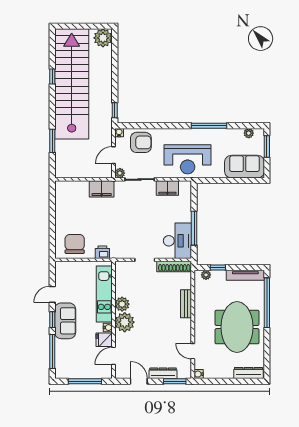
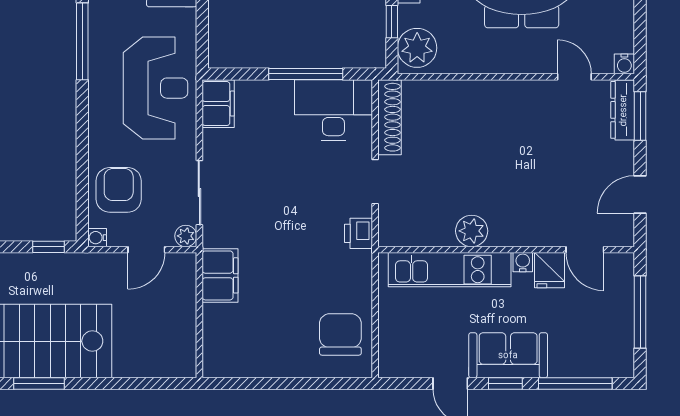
window: (52, 141) -> (39, 383), moved
door: (114, 155) -> (146, 250), hinge flipped
filing cabinet: (167, 188) -> (218, 104), moved
chair: (75, 244) -> (340, 334), turned 90
printer: (102, 252) -> (358, 233), moved
plant: (206, 275) -> (417, 48), width x1.88, depth x1.88
bench: (186, 304) -> (471, 91), removed
plant: (125, 322) -> (511, 225), removed
door: (193, 351) -> (574, 77), swing flipped
dresser: (163, 373) -> (623, 110), moved

